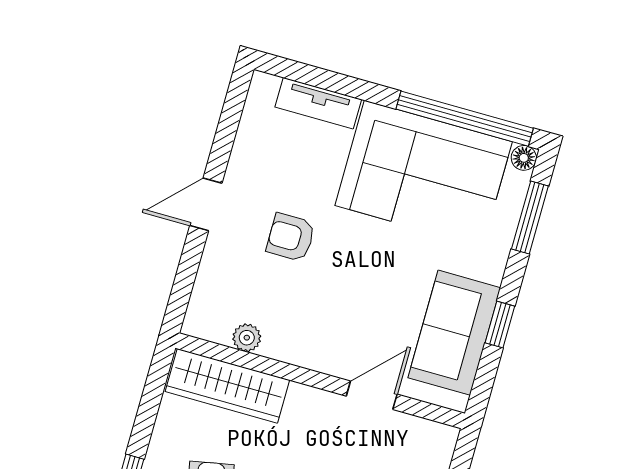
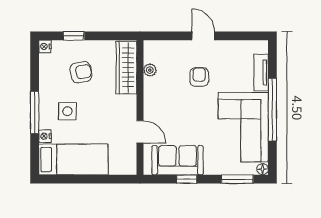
window: (465, 119) -> (272, 110), moved

